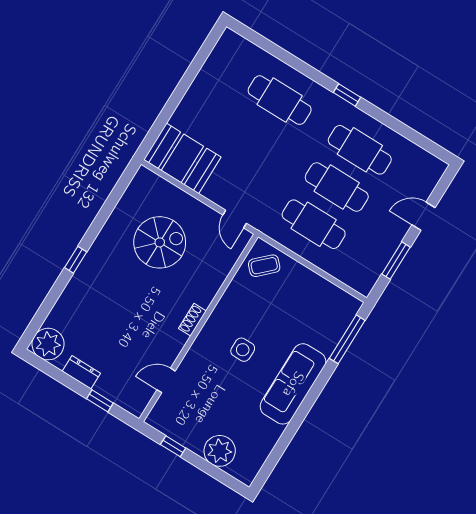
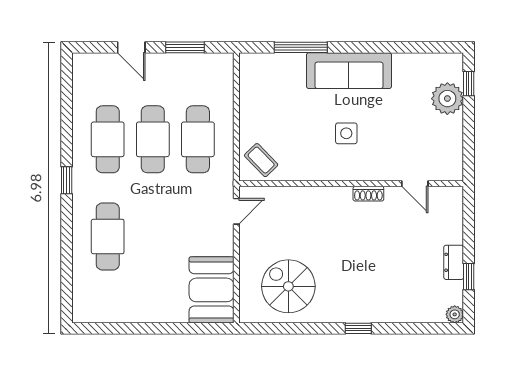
spiral stairs: (160, 242) -> (288, 286), moved
shoe rack: (192, 320) -> (368, 194), moved
window: (347, 339) -> (301, 47), moved
plant: (48, 344) -> (455, 314), width x0.53, depth x0.53
window: (100, 401) -> (469, 277), moved
window: (173, 446) -> (469, 84), moved

